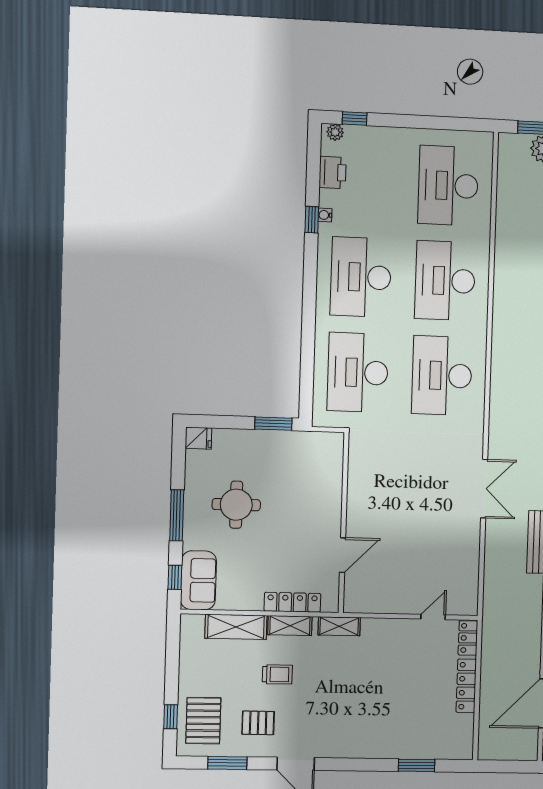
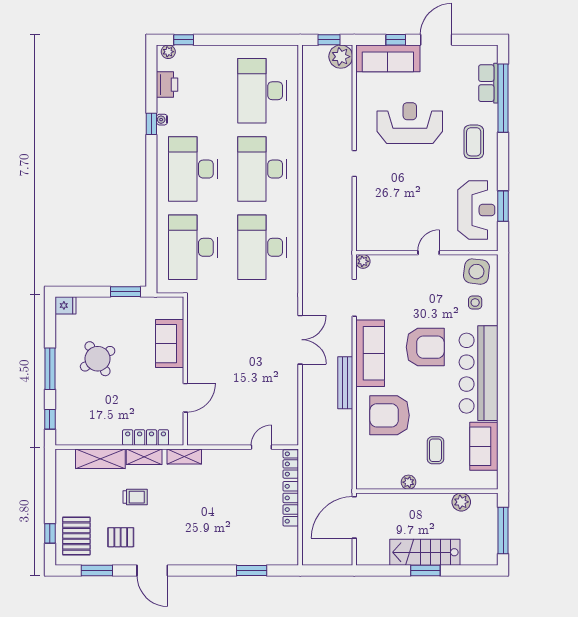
round table: (236, 505) -> (98, 359), turned -32
sofa: (198, 580) -> (170, 344), moved, turned 180

